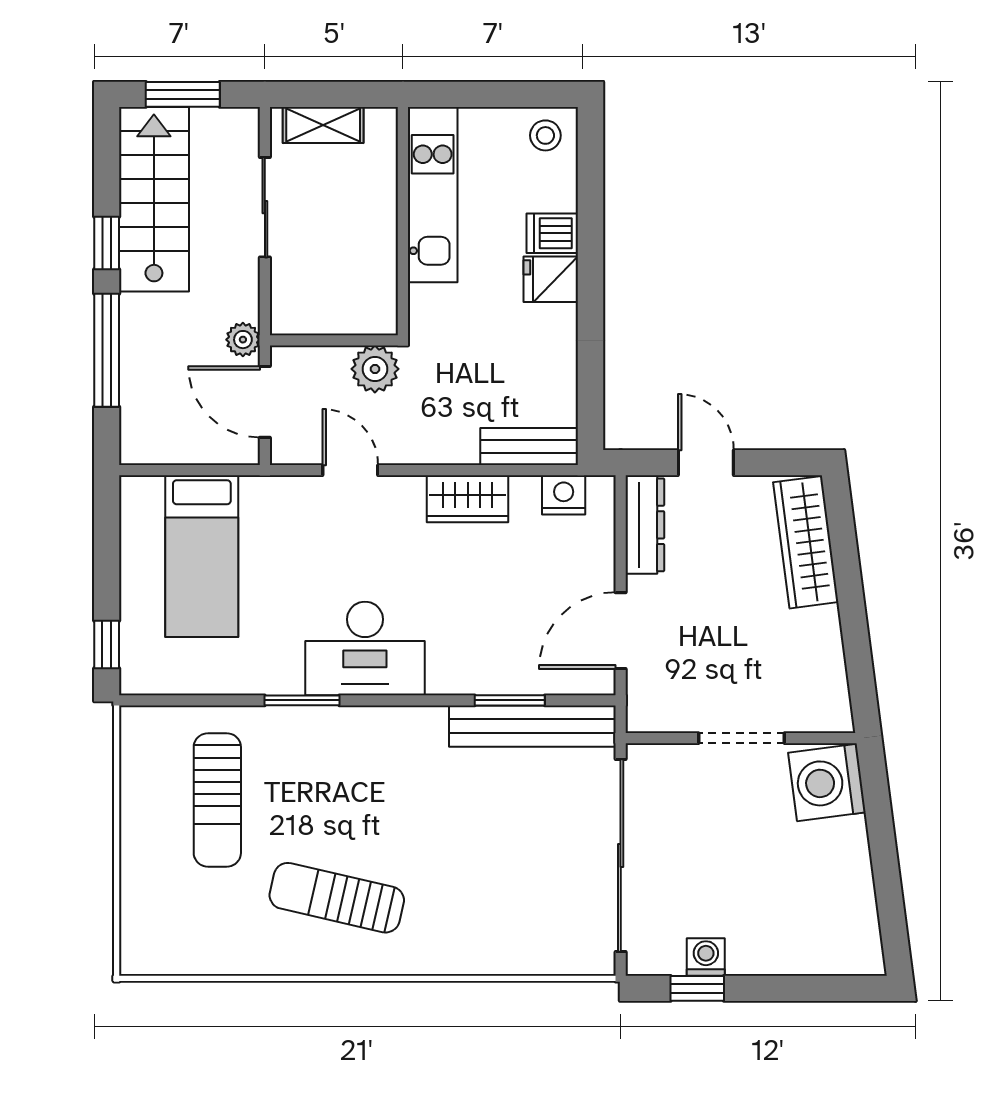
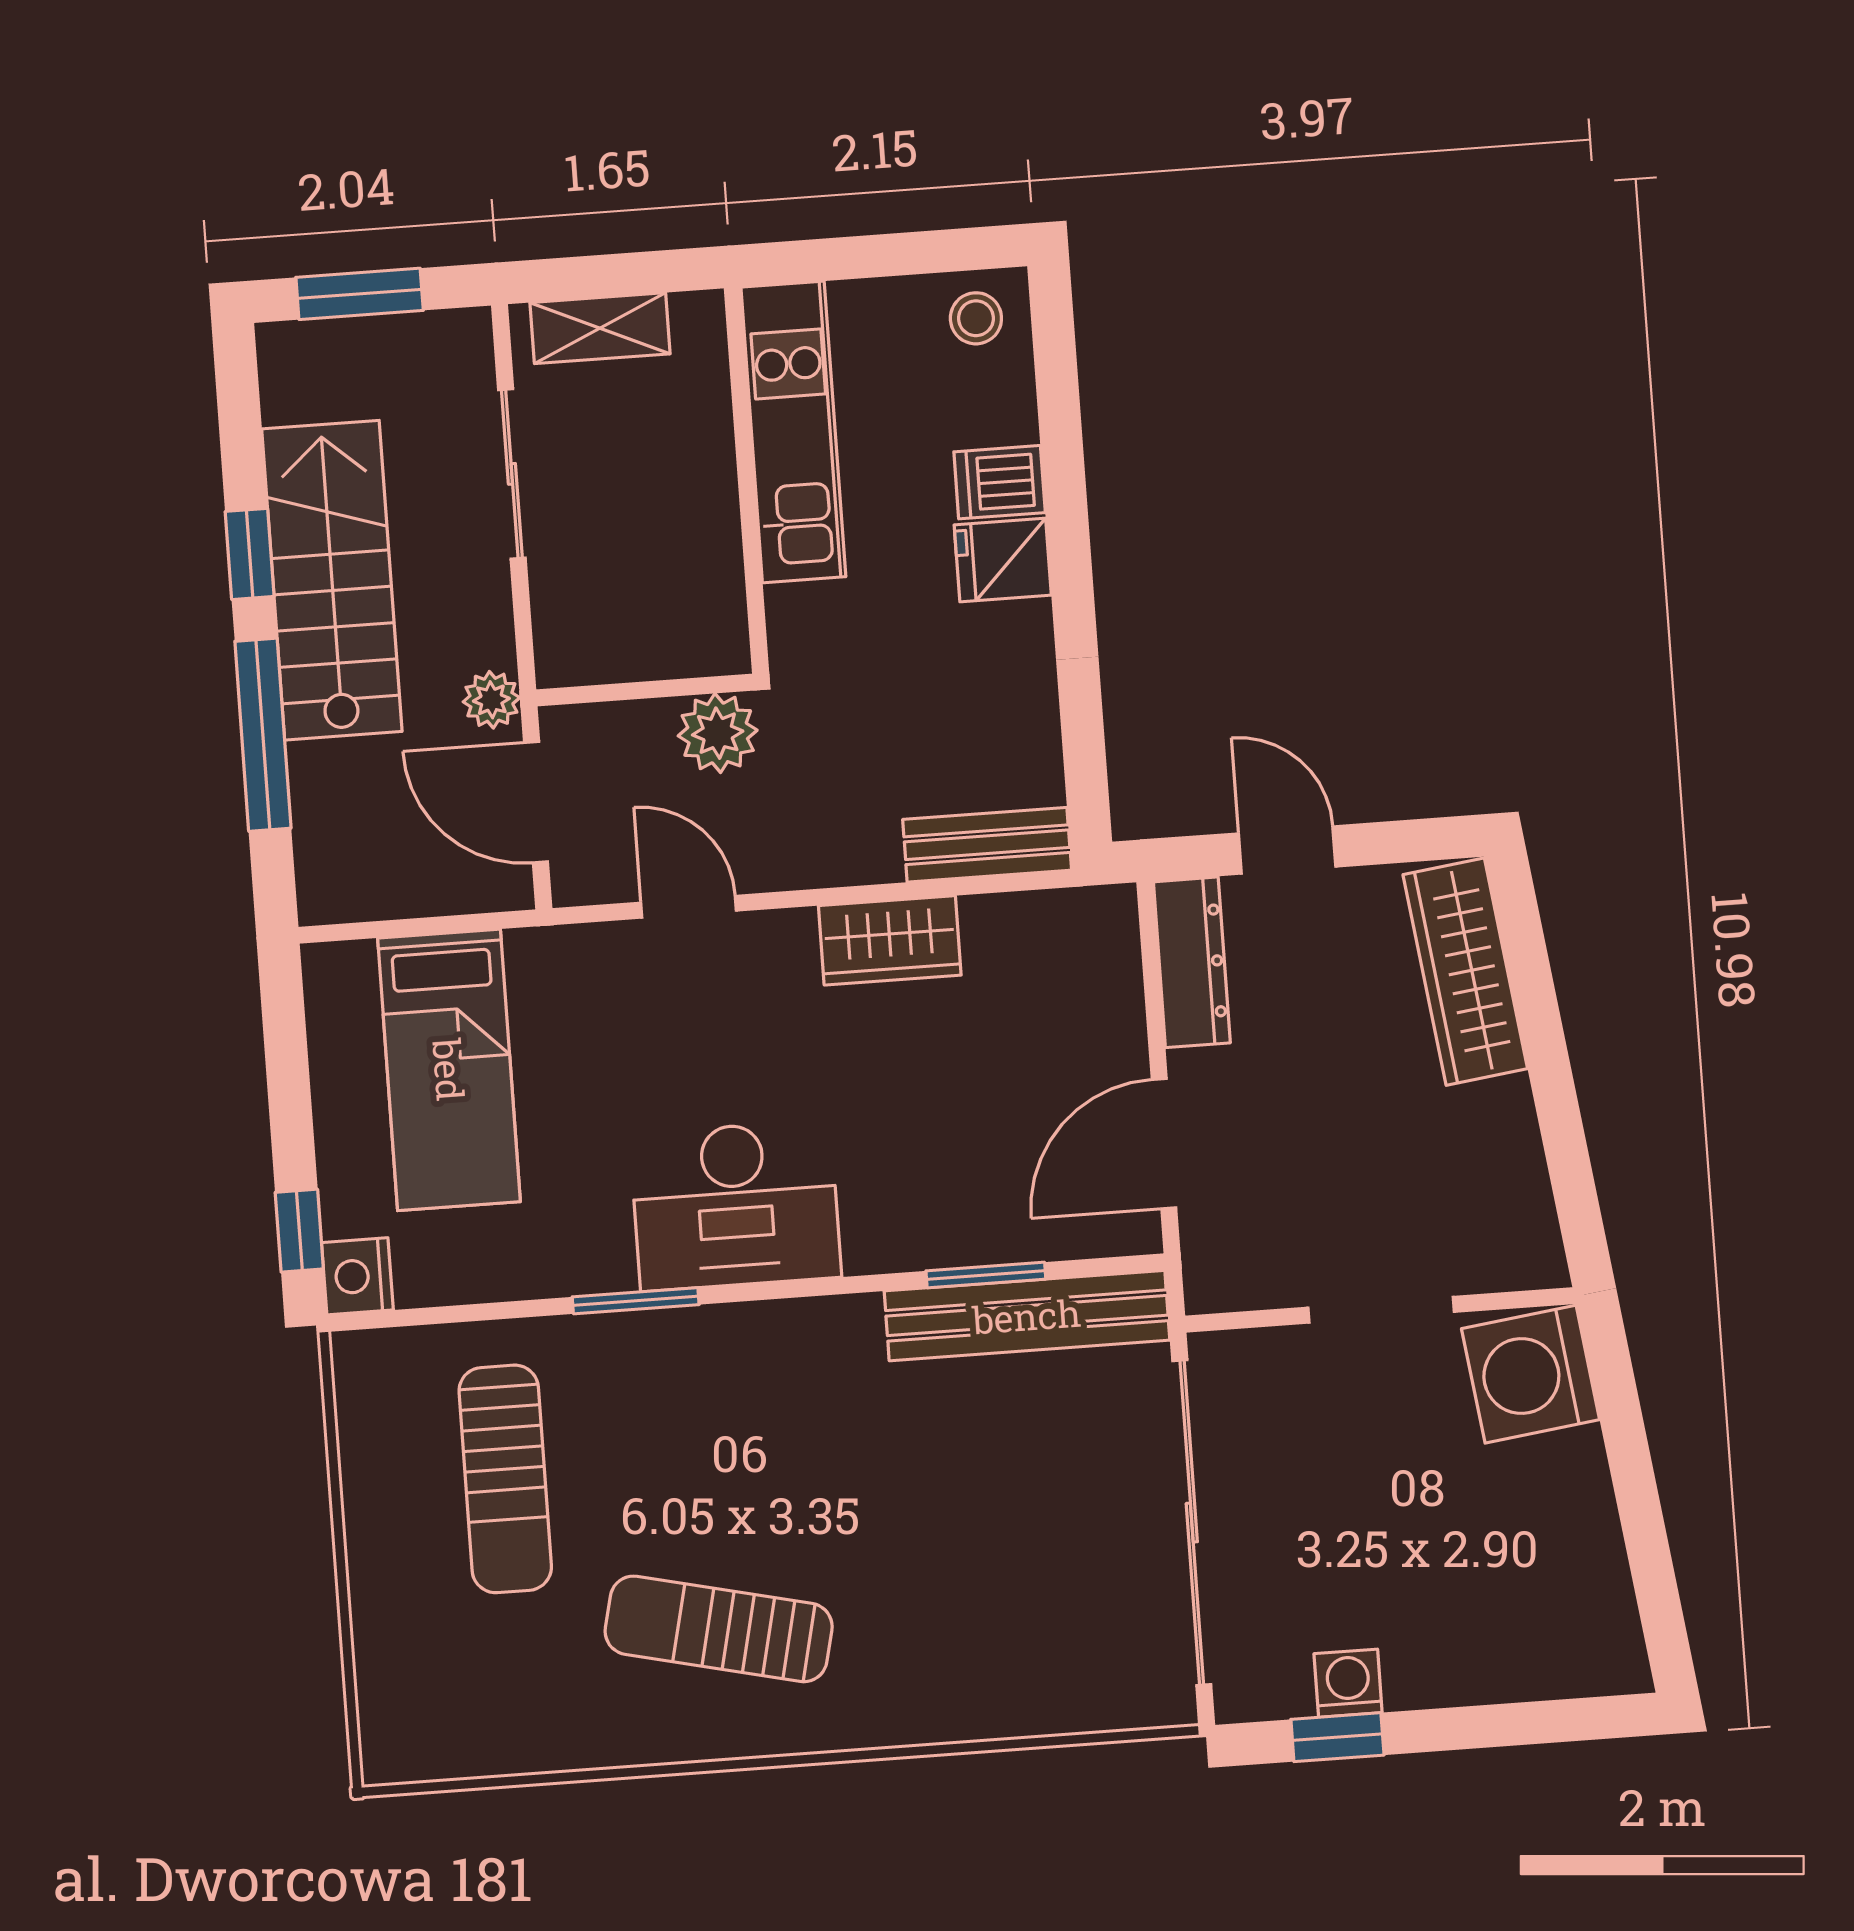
stairs: (154, 199) -> (332, 580), moved
nightstand: (564, 495) -> (357, 1276), moved, turned -90

